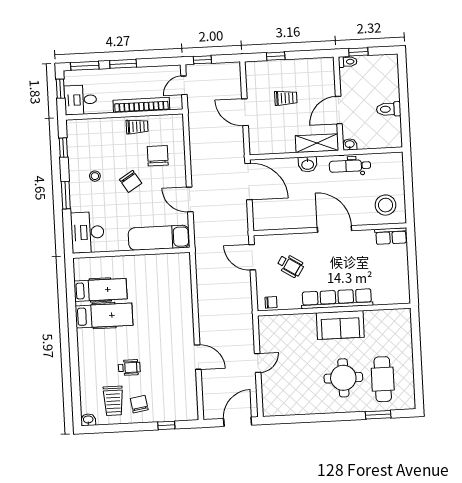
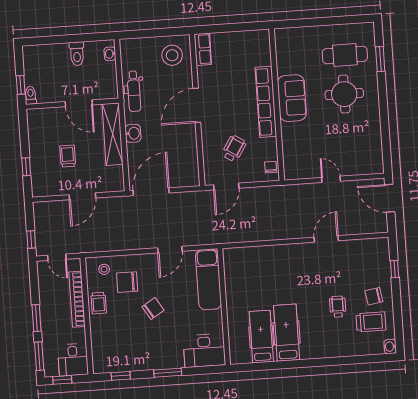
trolley: (137, 127) -> (99, 303), turned 180
shelving: (317, 143) -> (113, 134), width x1.47
washbasin: (350, 144) -> (110, 54), moved
stool: (95, 176) -> (104, 269), moved

